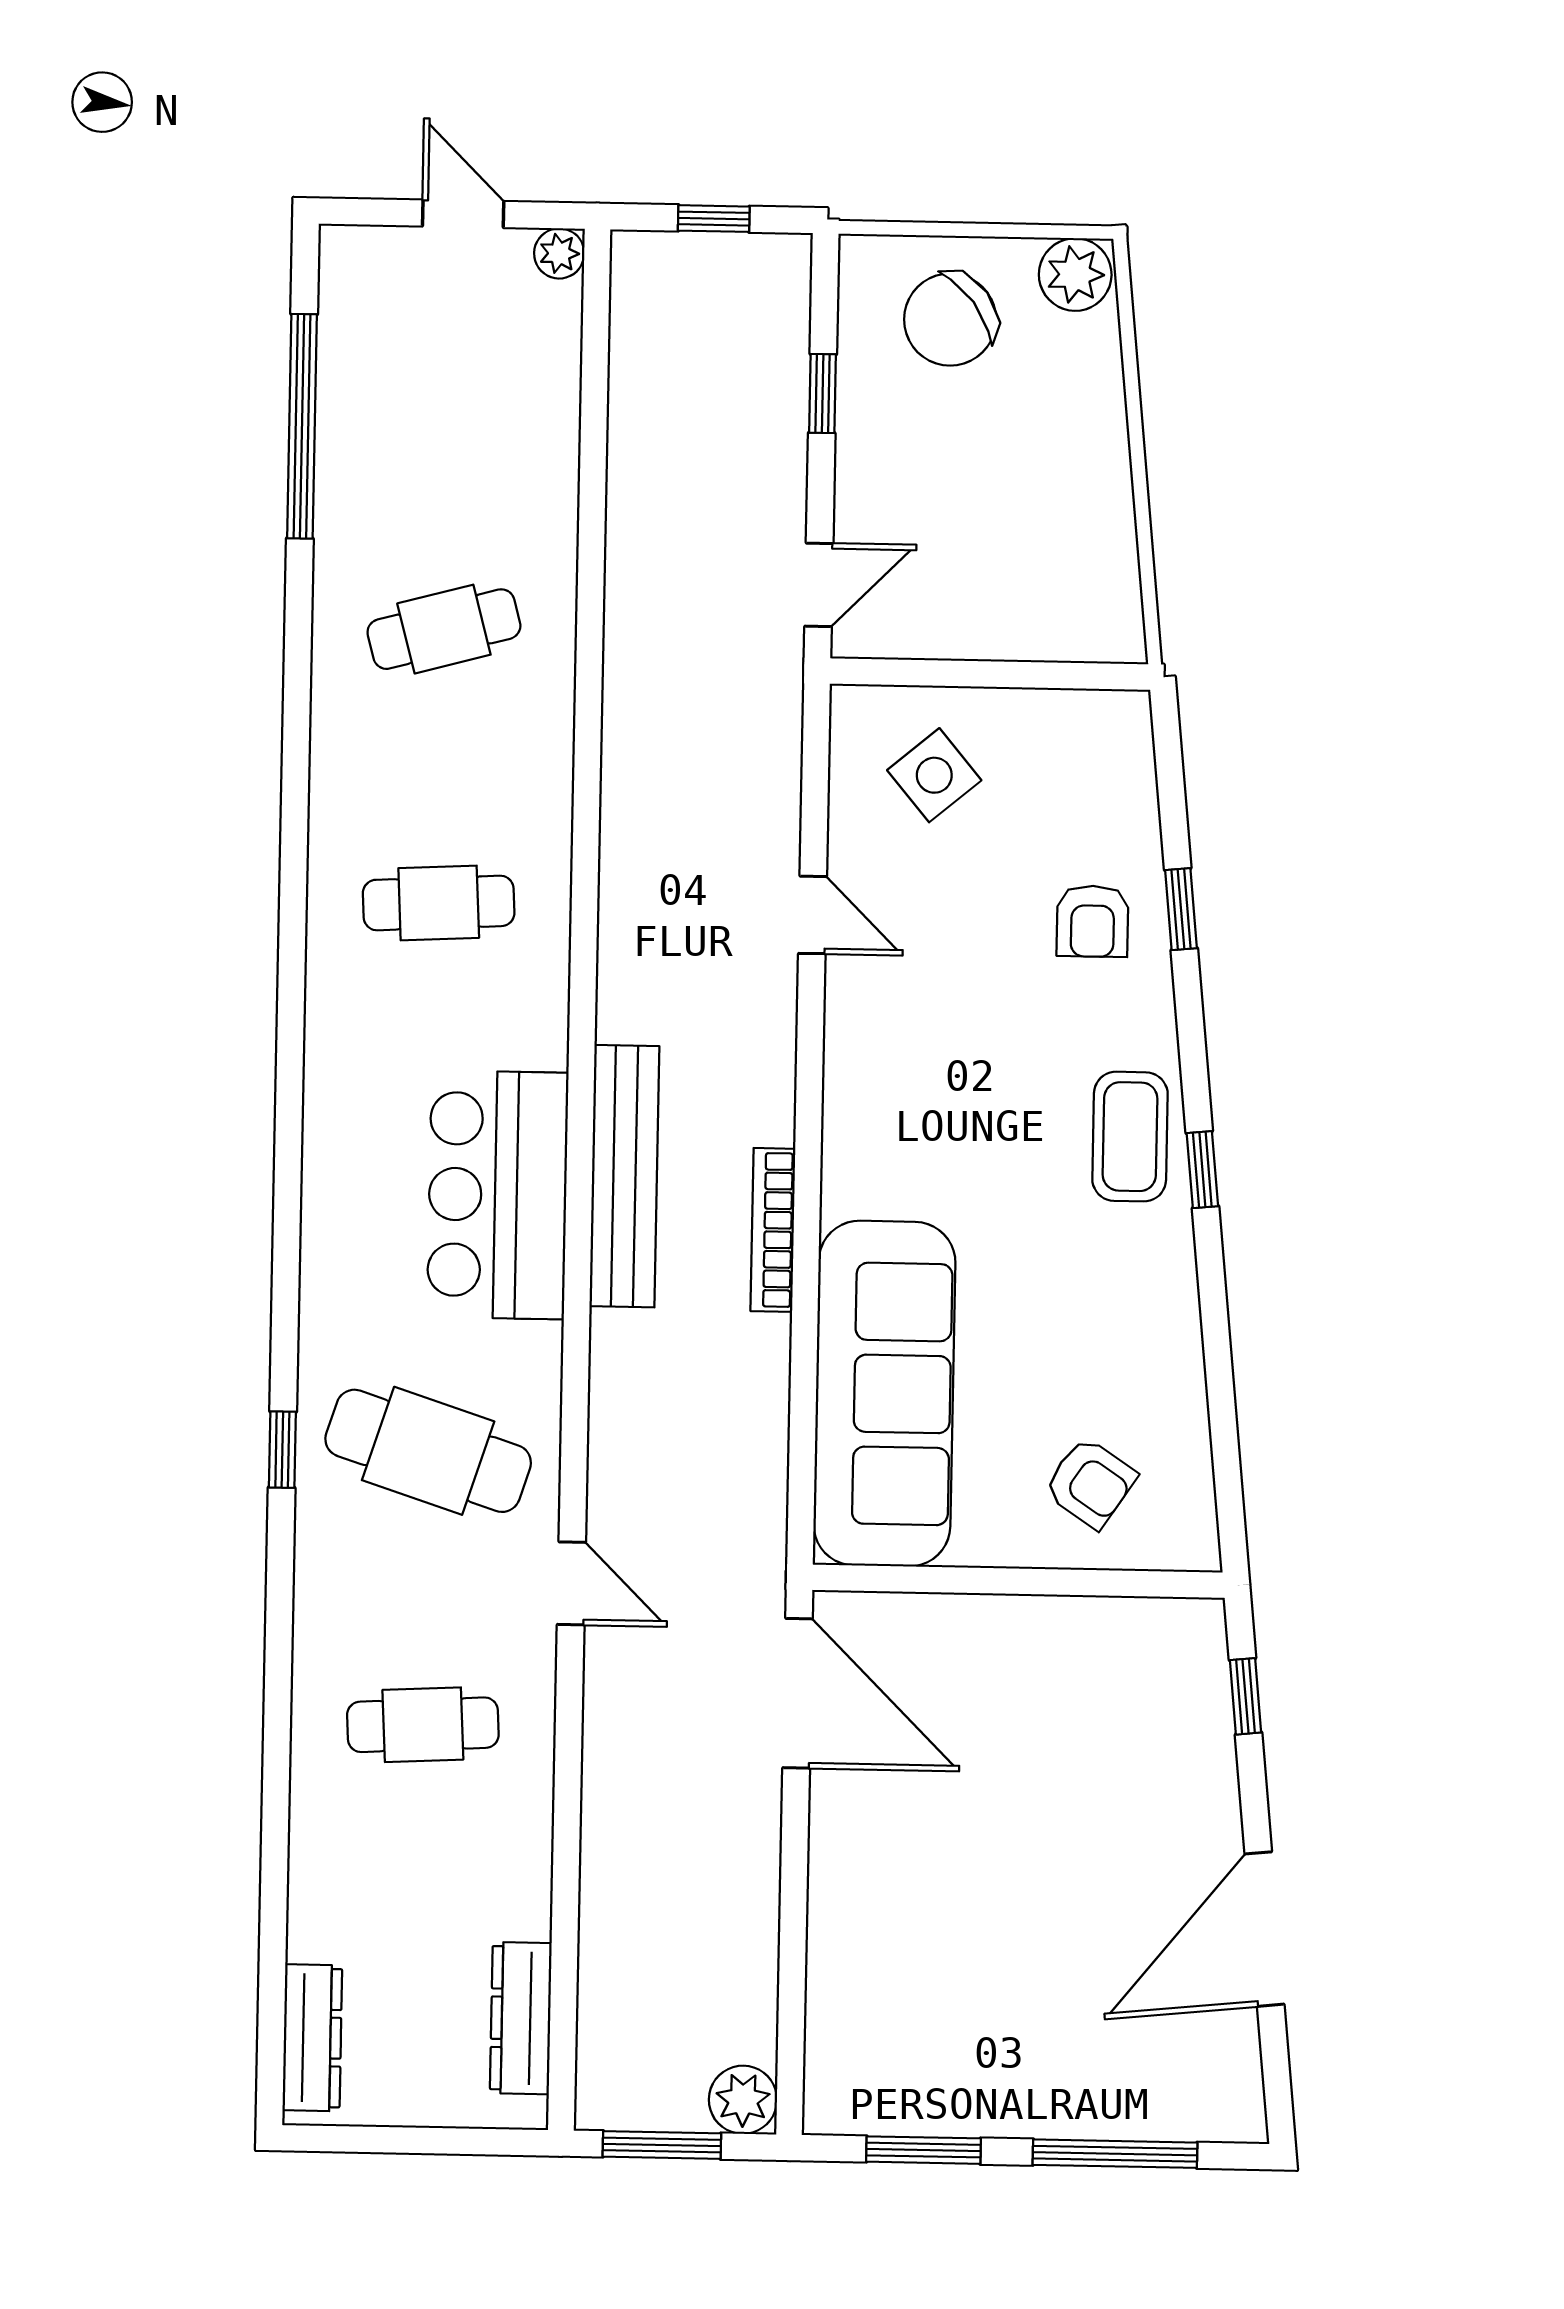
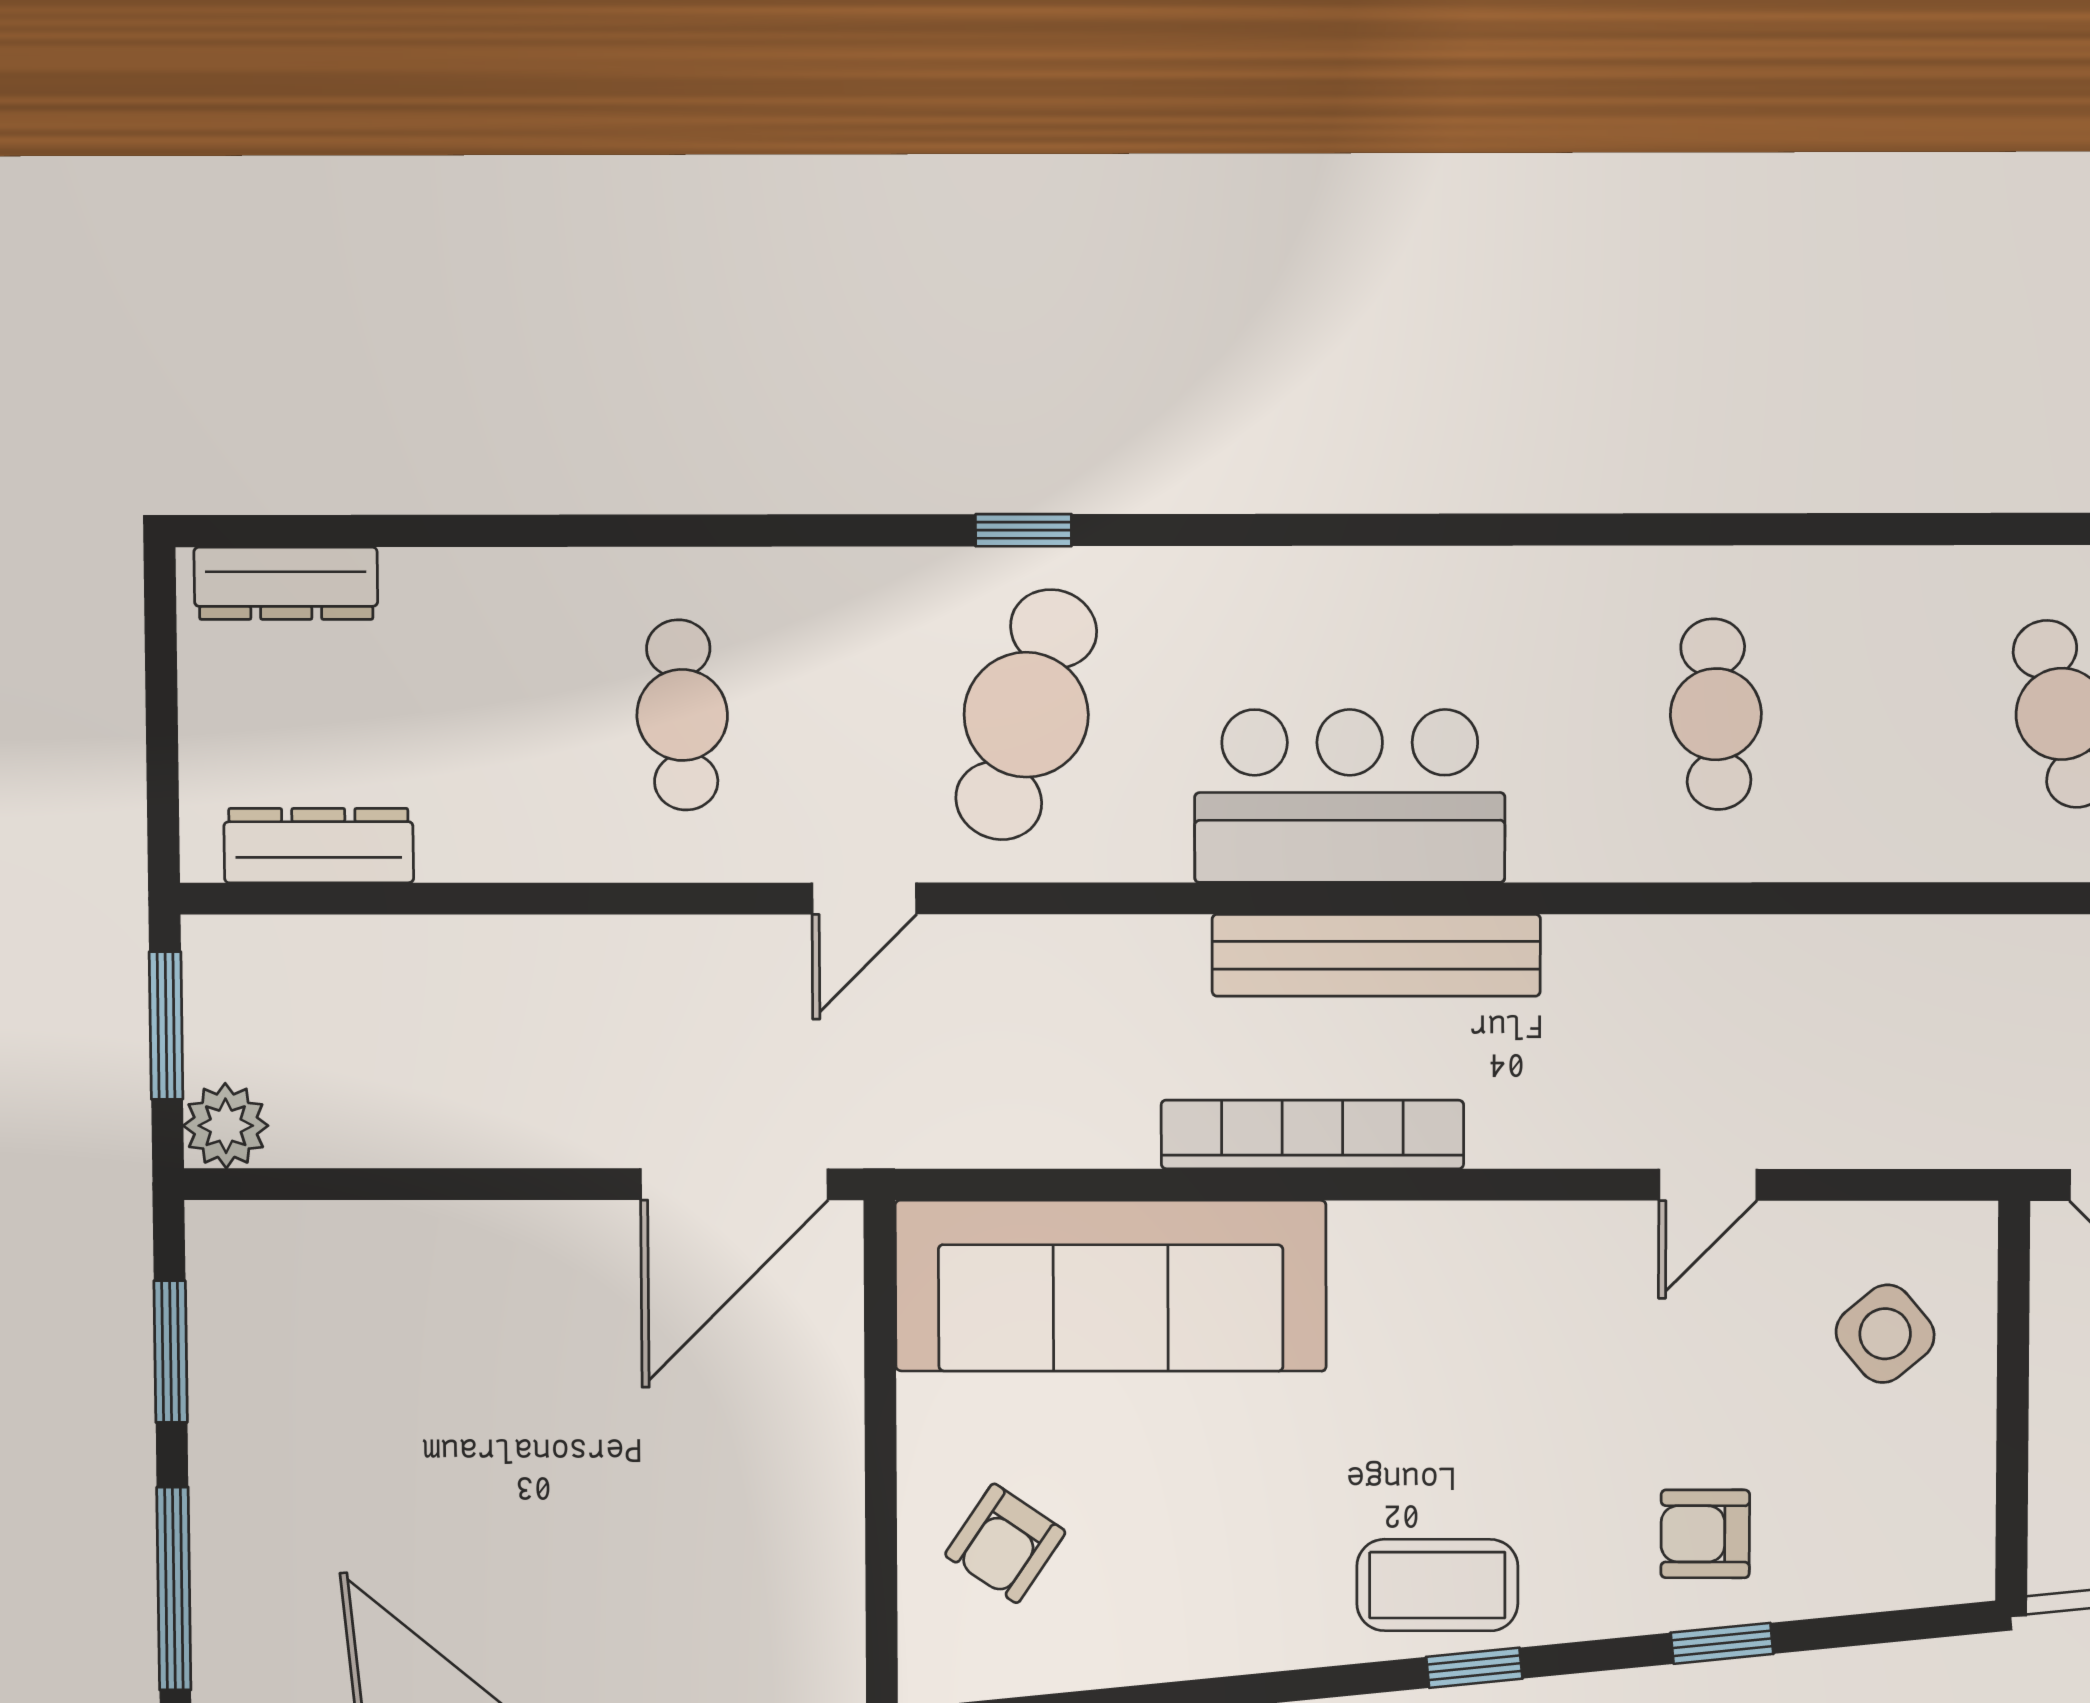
window: (1202, 1170) -> (1474, 1668), moved
bookcase: (773, 1230) -> (1312, 1134), width x1.48, depth x1.31

